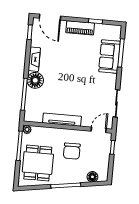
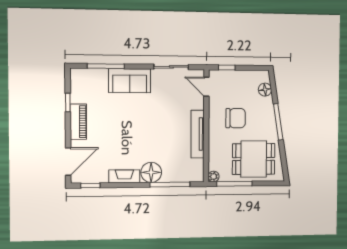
sofa: (110, 57) -> (130, 81), moved

